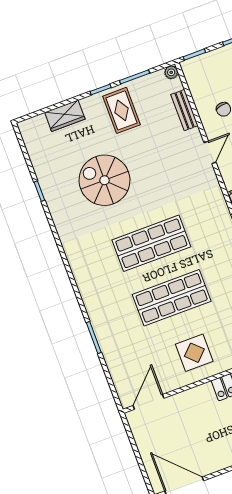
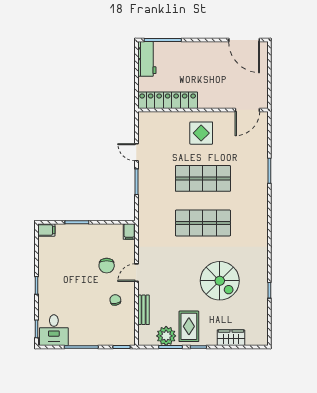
plant: (171, 72) -> (166, 336), moved, width x1.88, depth x1.88

